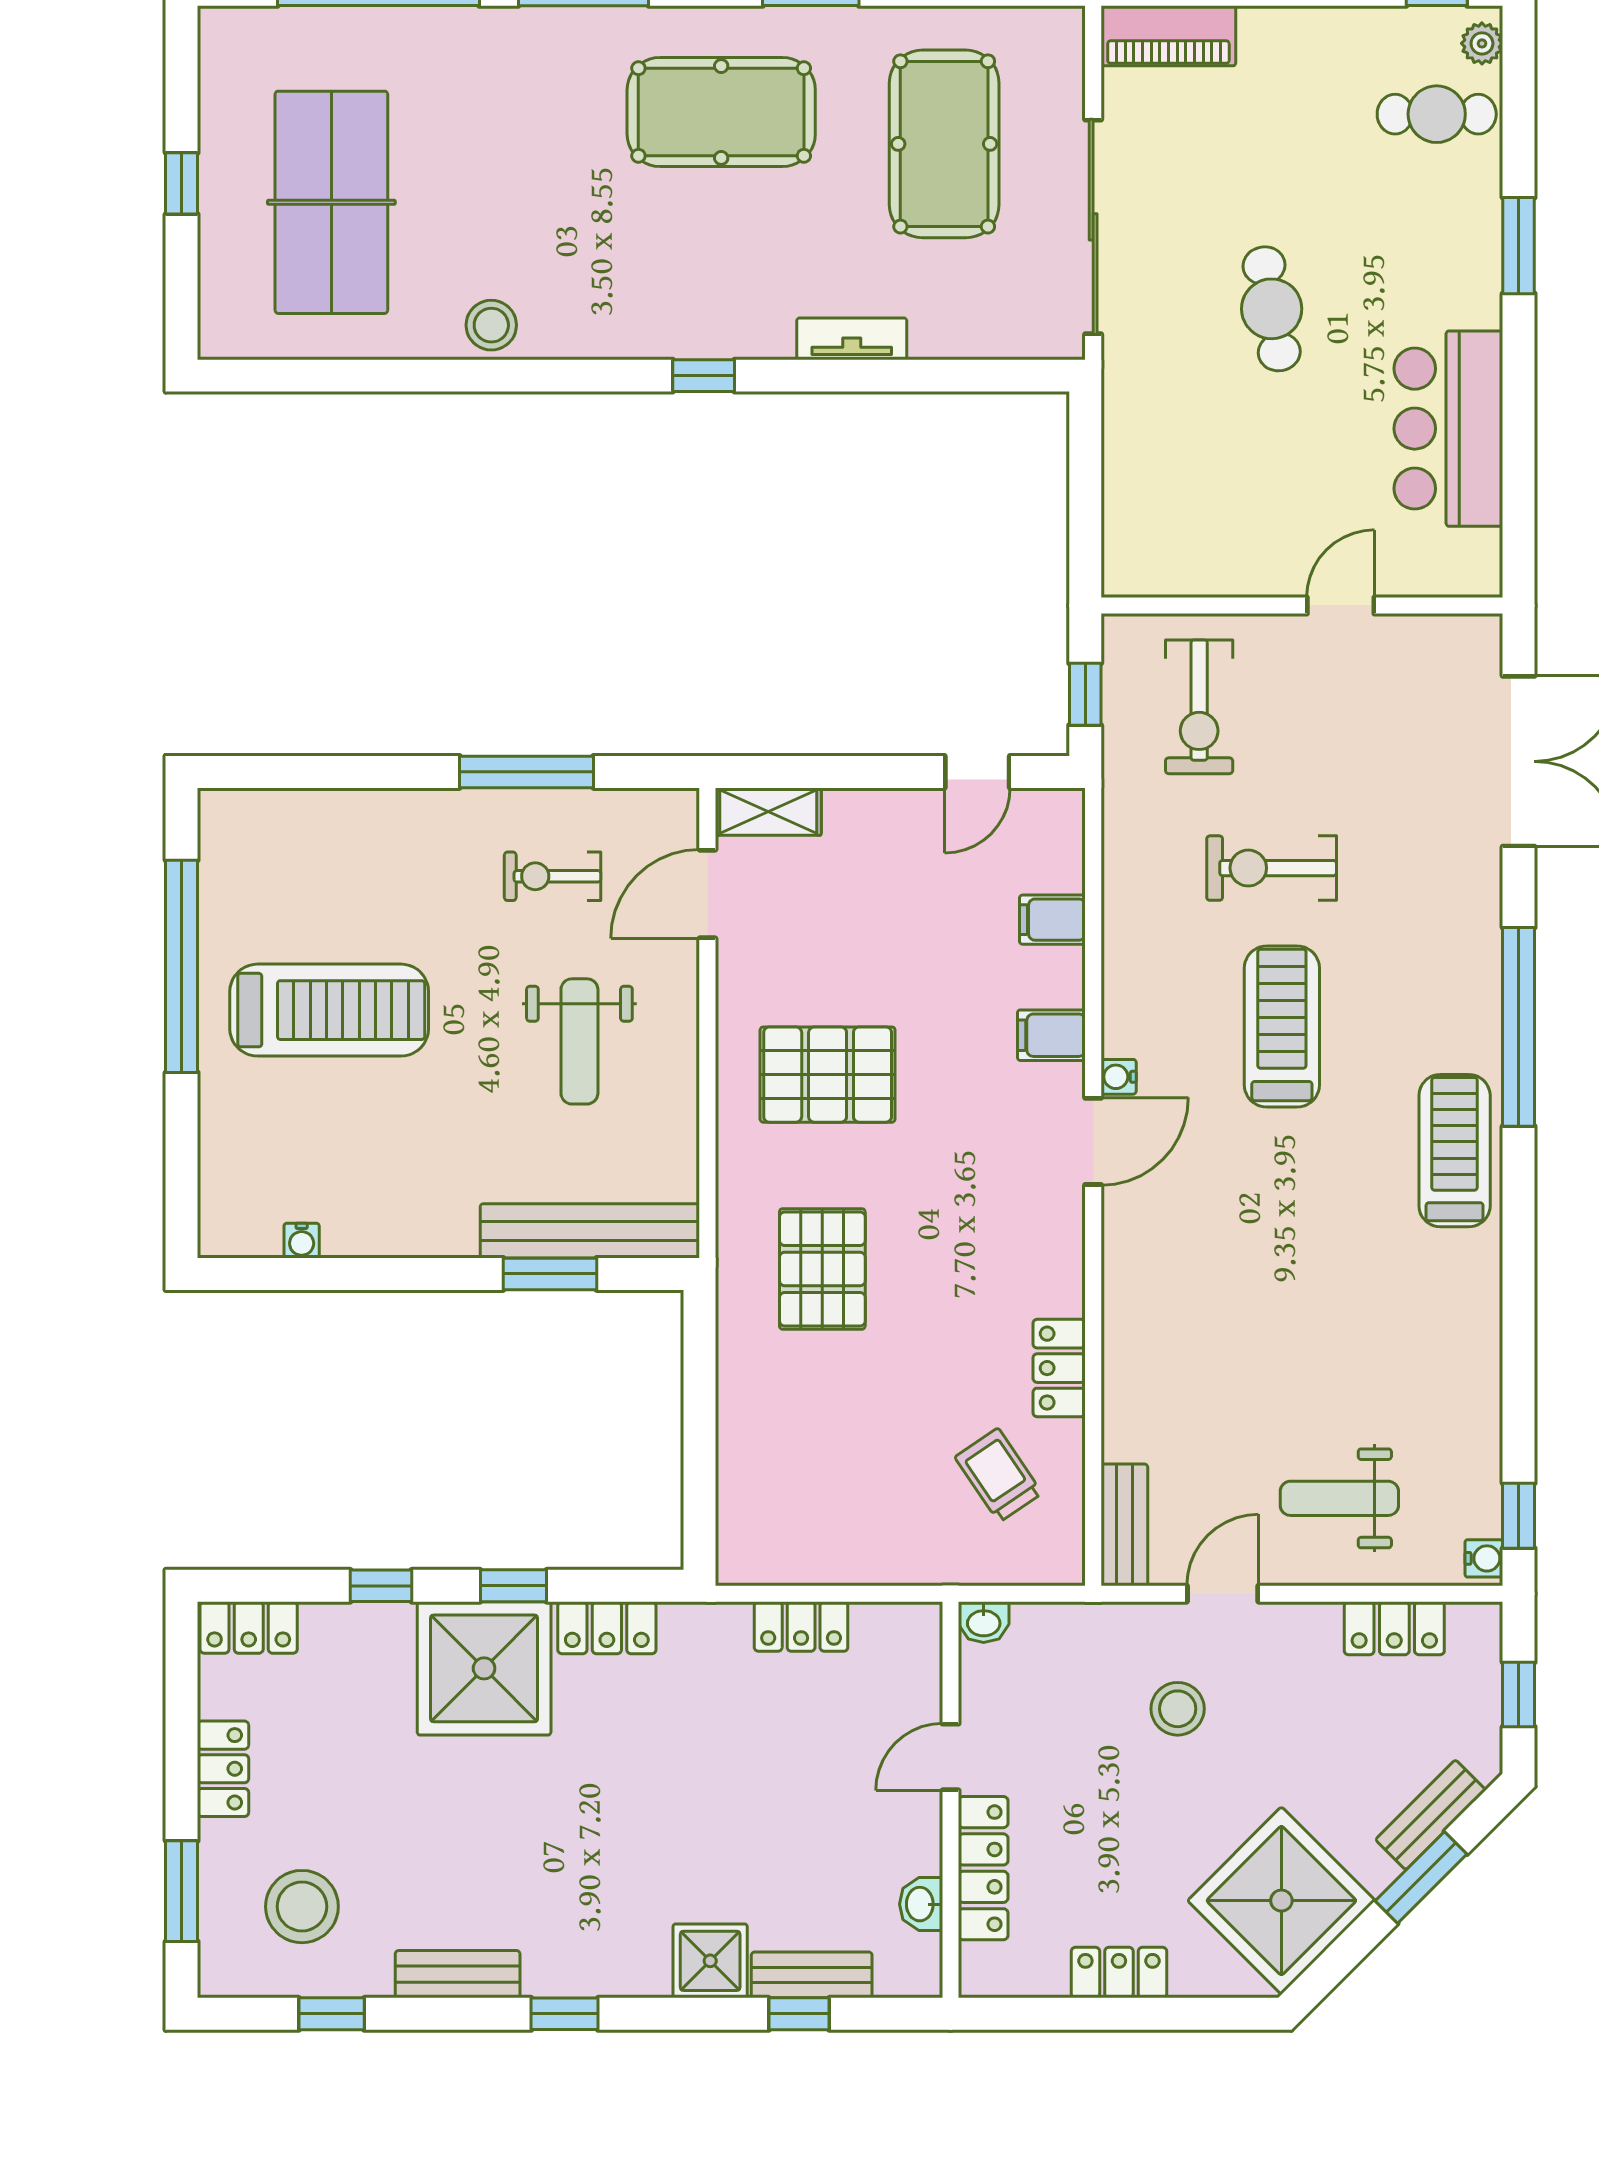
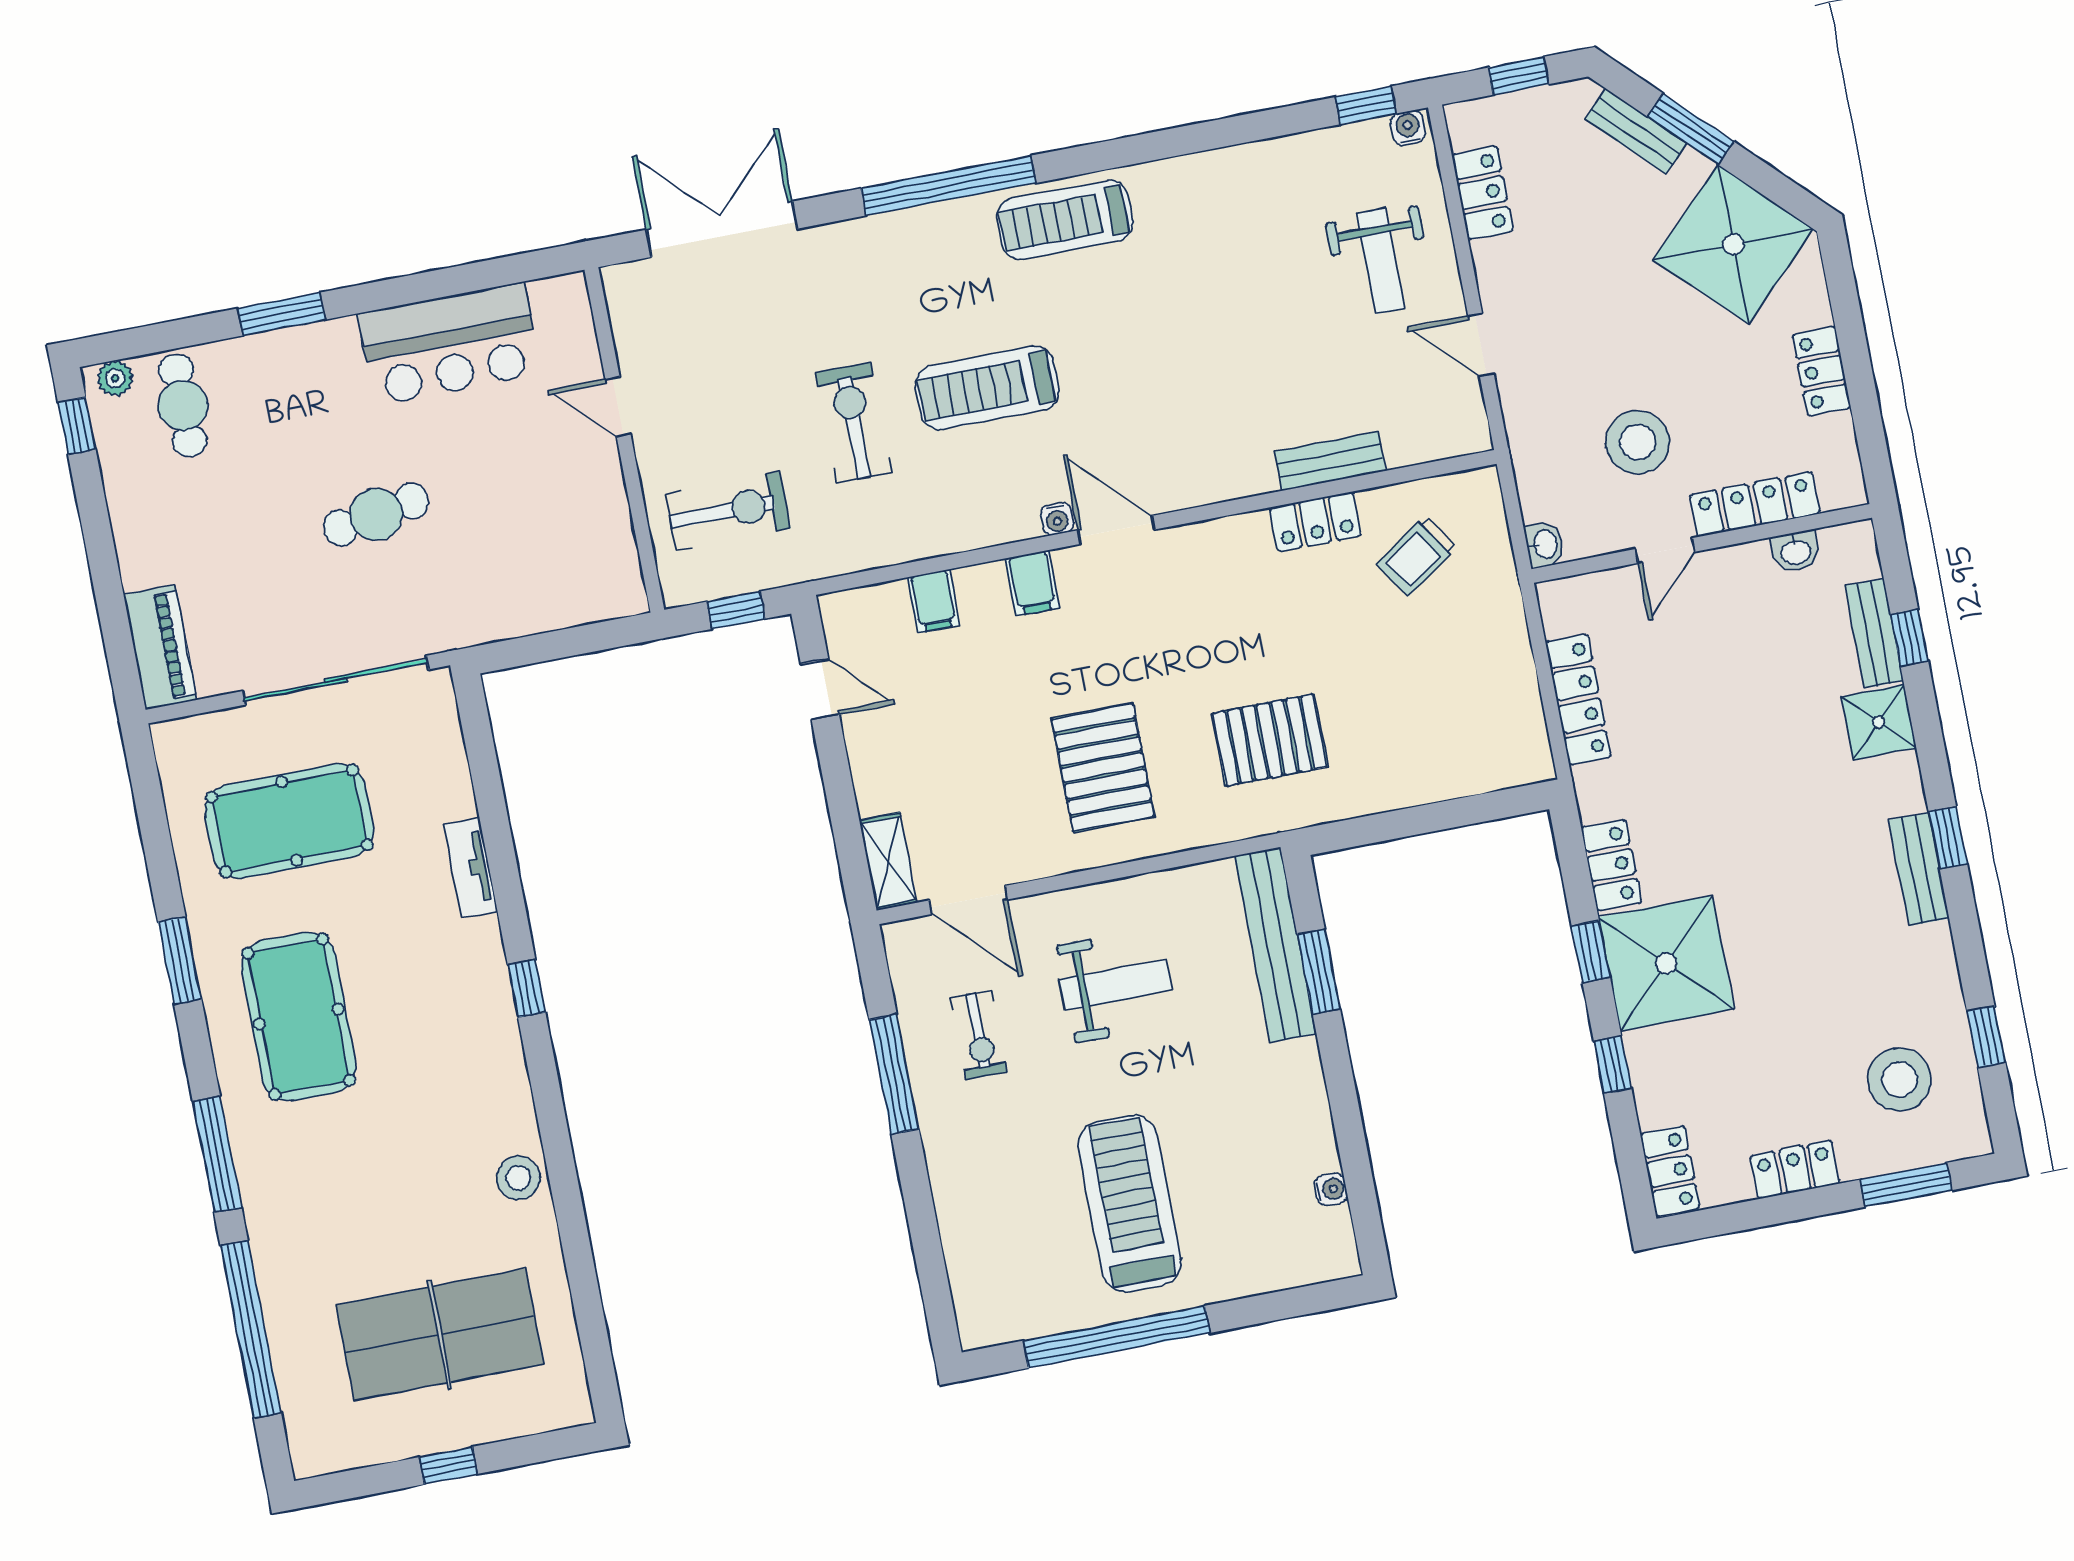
exercise bike: (1272, 868) -> (854, 423), turned 180
bench: (1124, 1525) -> (1330, 461), moved
locker: (801, 1627) -> (1578, 699), width x1.53
stool: (1178, 1709) -> (1638, 442), moved, width x1.38, depth x1.38
door: (950, 1757) -> (1665, 550), hinge flipped
bench: (458, 1974) -> (1919, 869), moved

